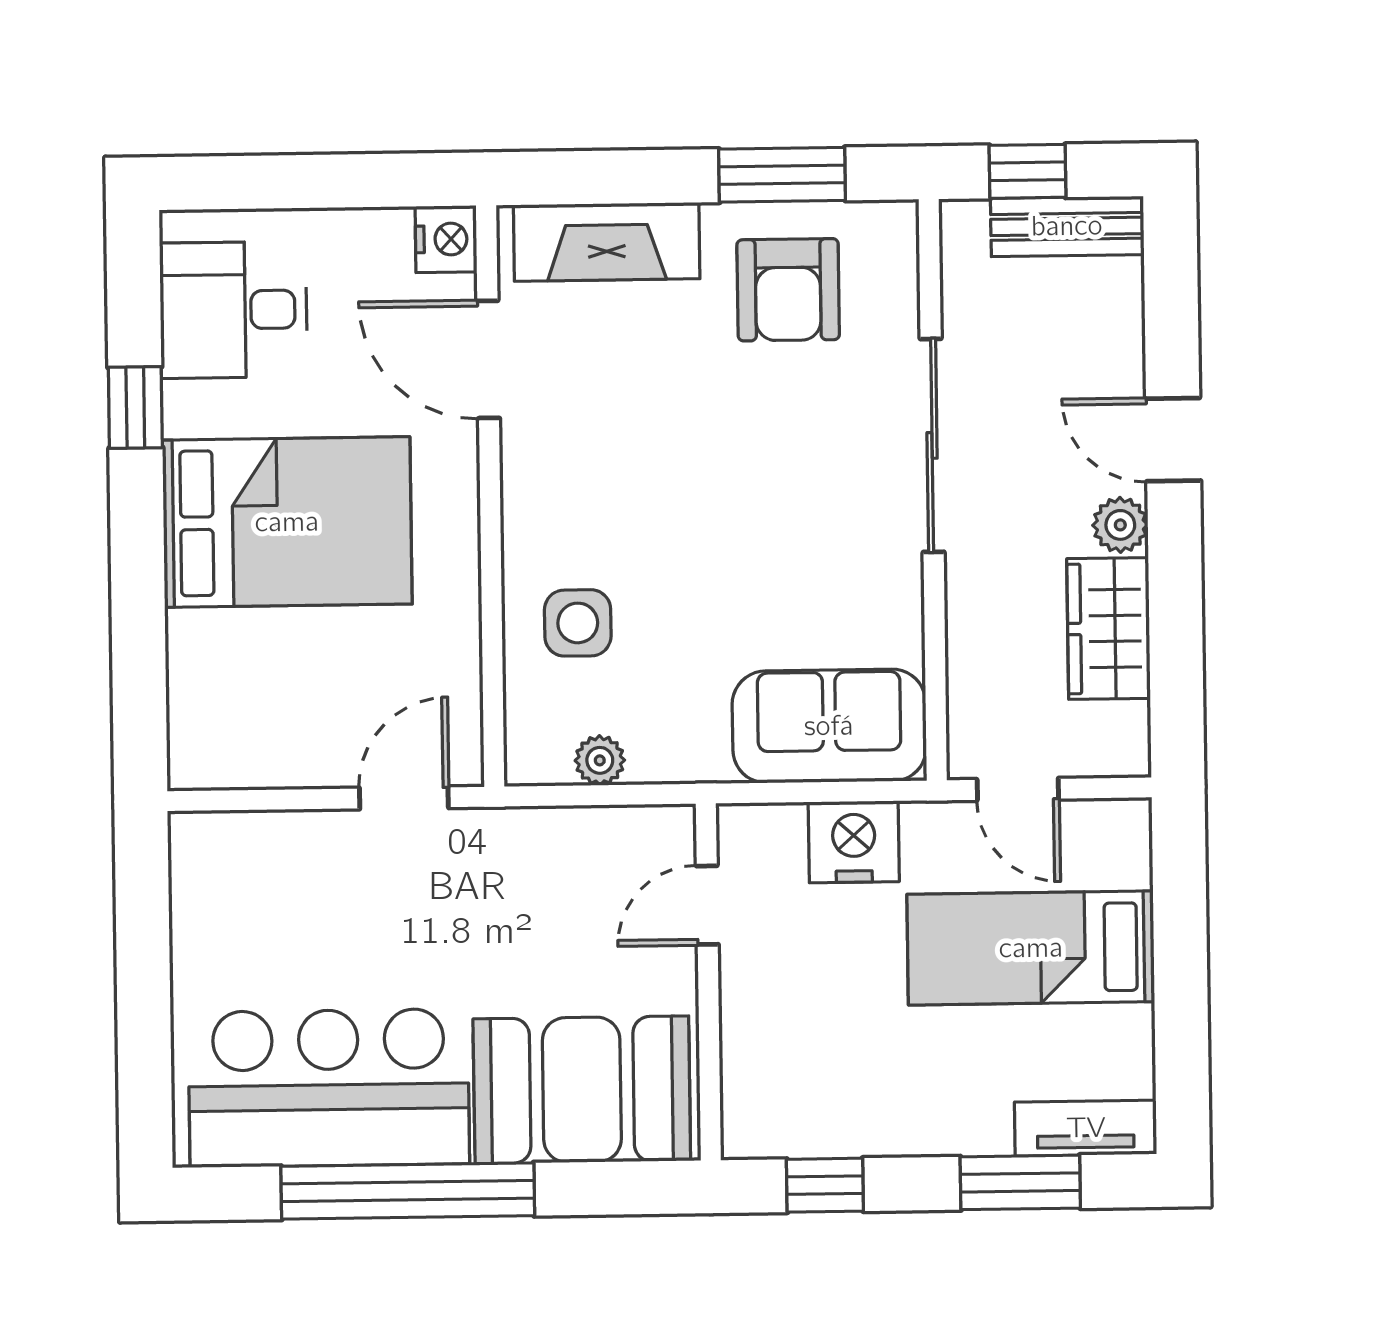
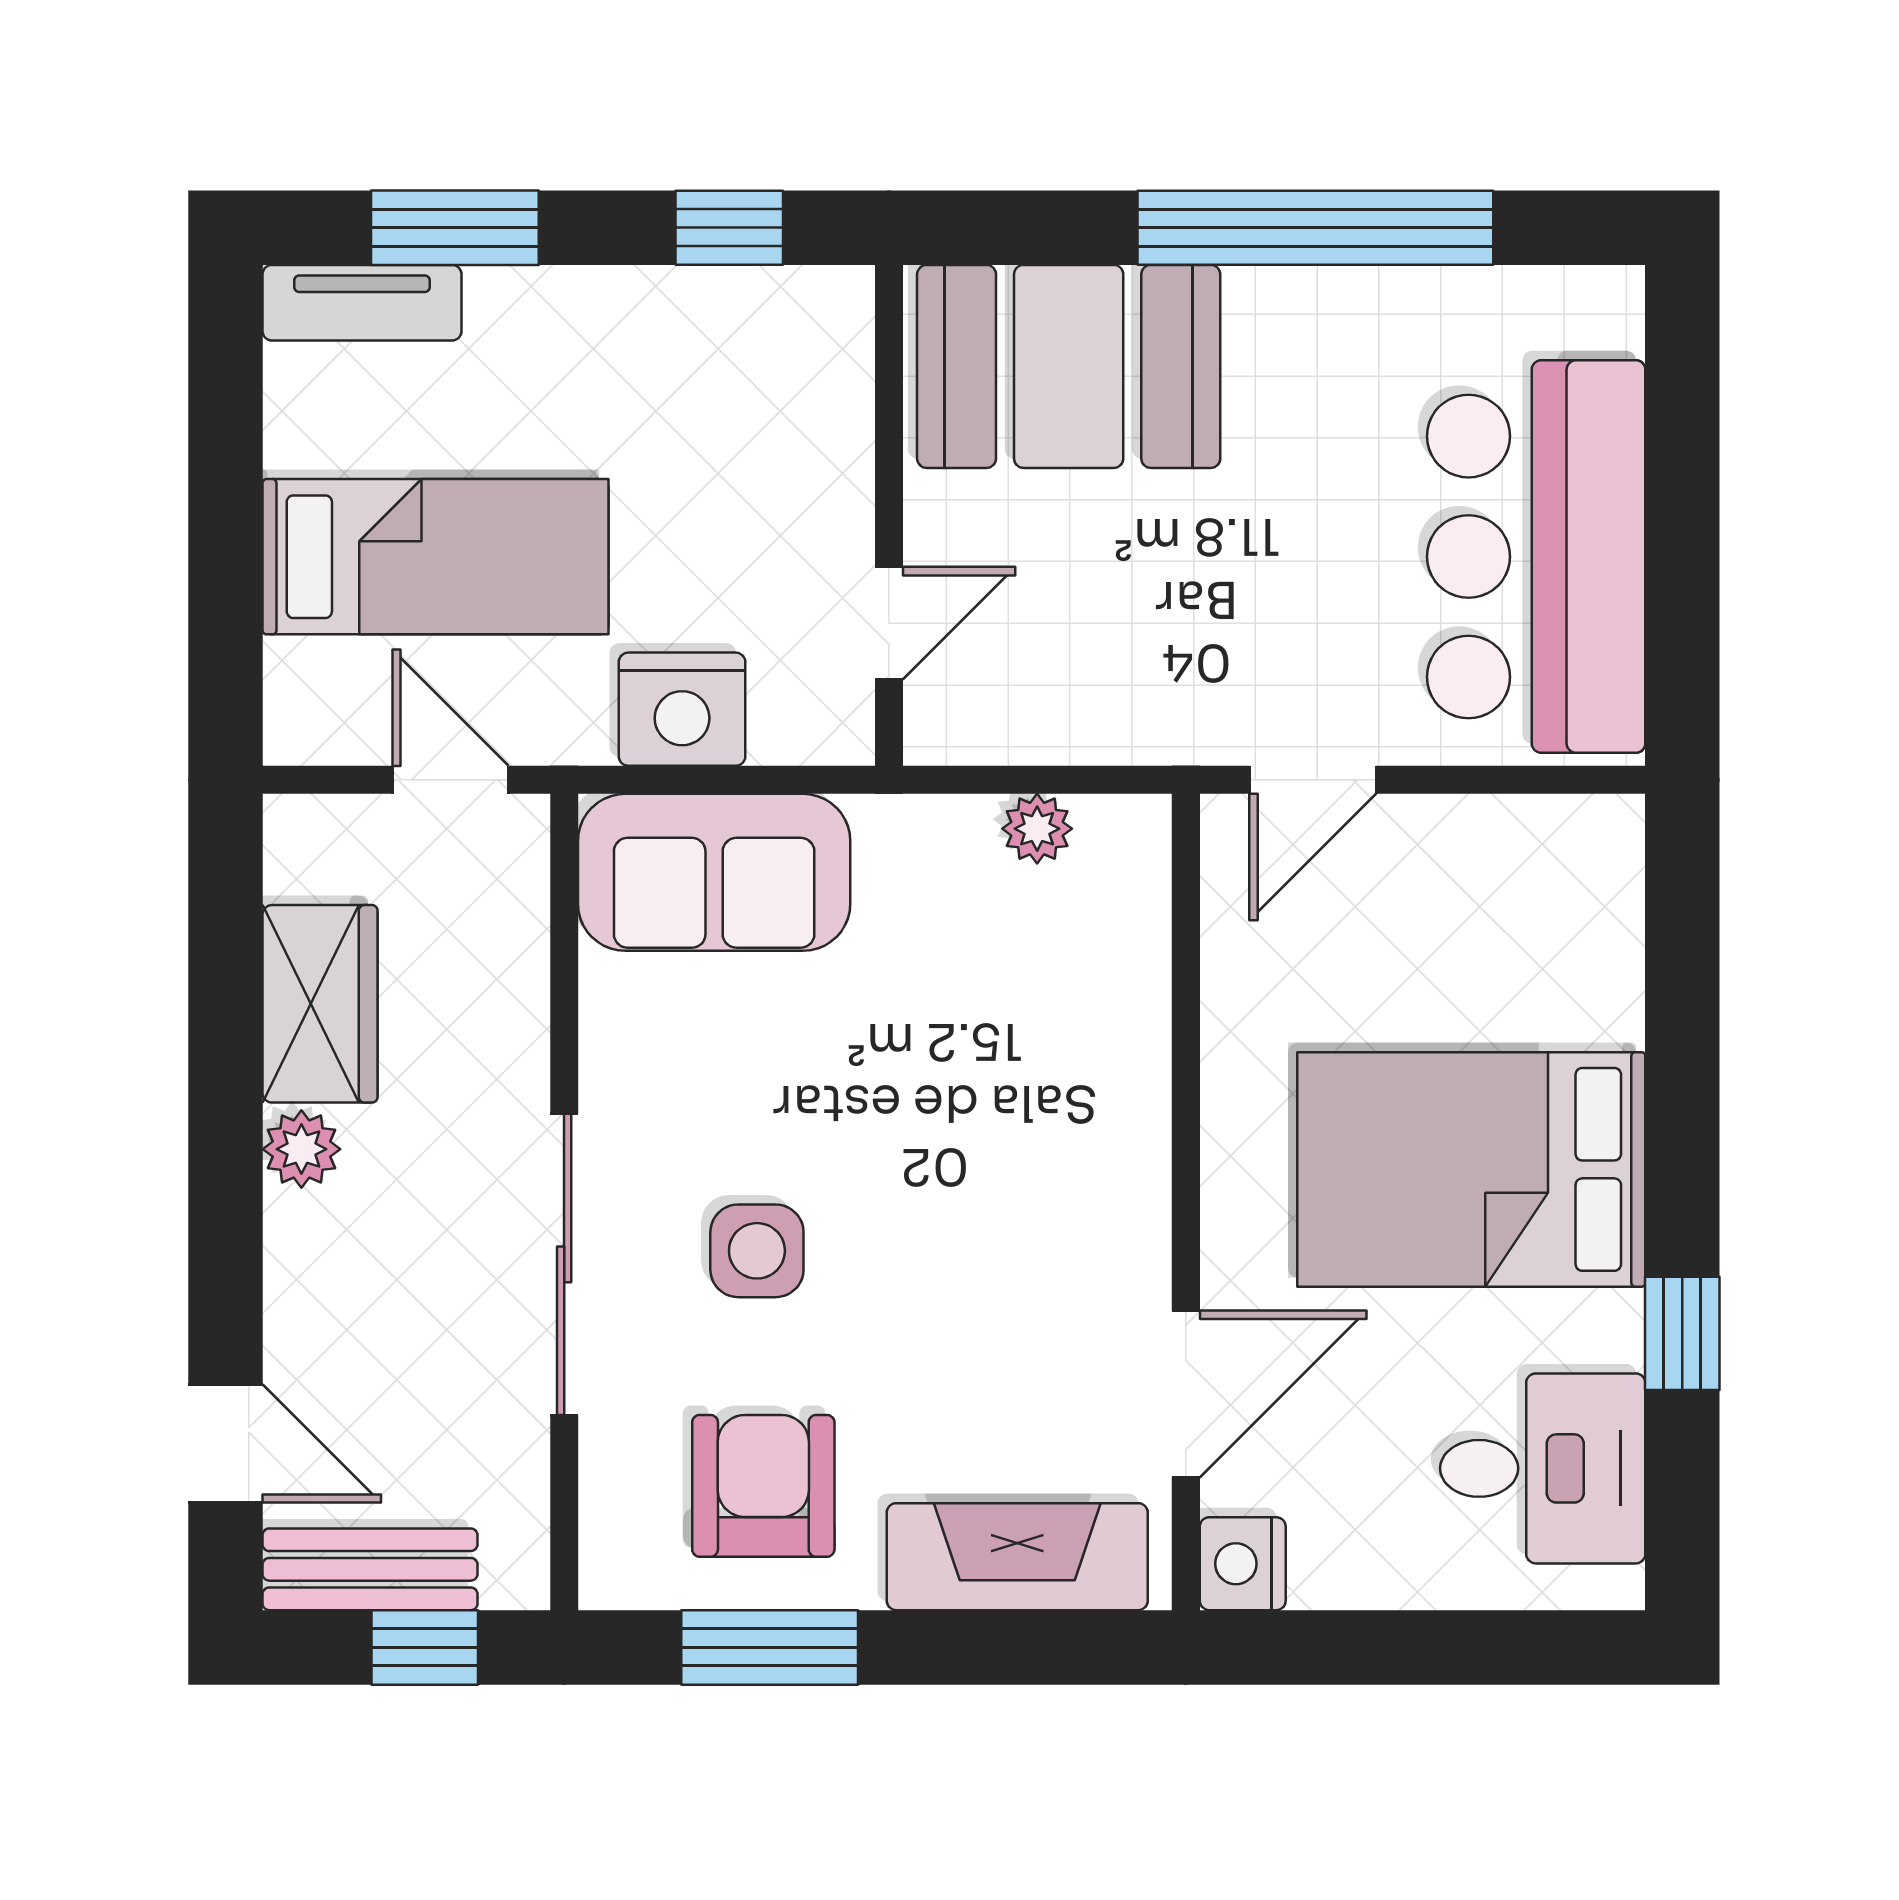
door: (488, 359) -> (1186, 1394), hinge flipped
door: (1173, 440) -> (225, 1444), moved
side table: (578, 623) -> (757, 1251), moved
bar counter: (329, 1088) -> (1536, 557), moved, turned 90

